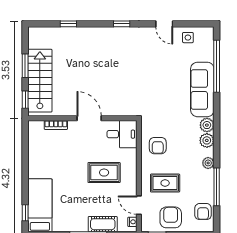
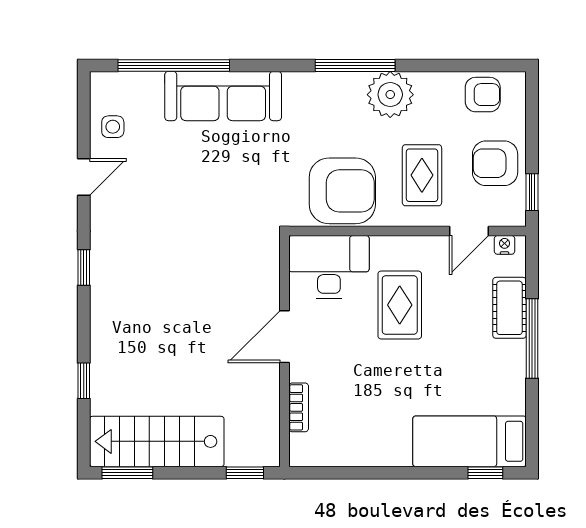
window: (25, 66) -> (127, 473), moved
stairs: (40, 81) -> (157, 441), moved
plant: (207, 125) -> (299, 86), removed
desk: (122, 134) -> (329, 267), width x1.37
plant: (207, 140) -> (331, 87), removed
armchair: (158, 146) -> (342, 191), width x1.88, depth x1.88
plant: (208, 163) -> (390, 95), width x1.87, depth x1.87
window: (217, 187) -> (355, 65), moved

